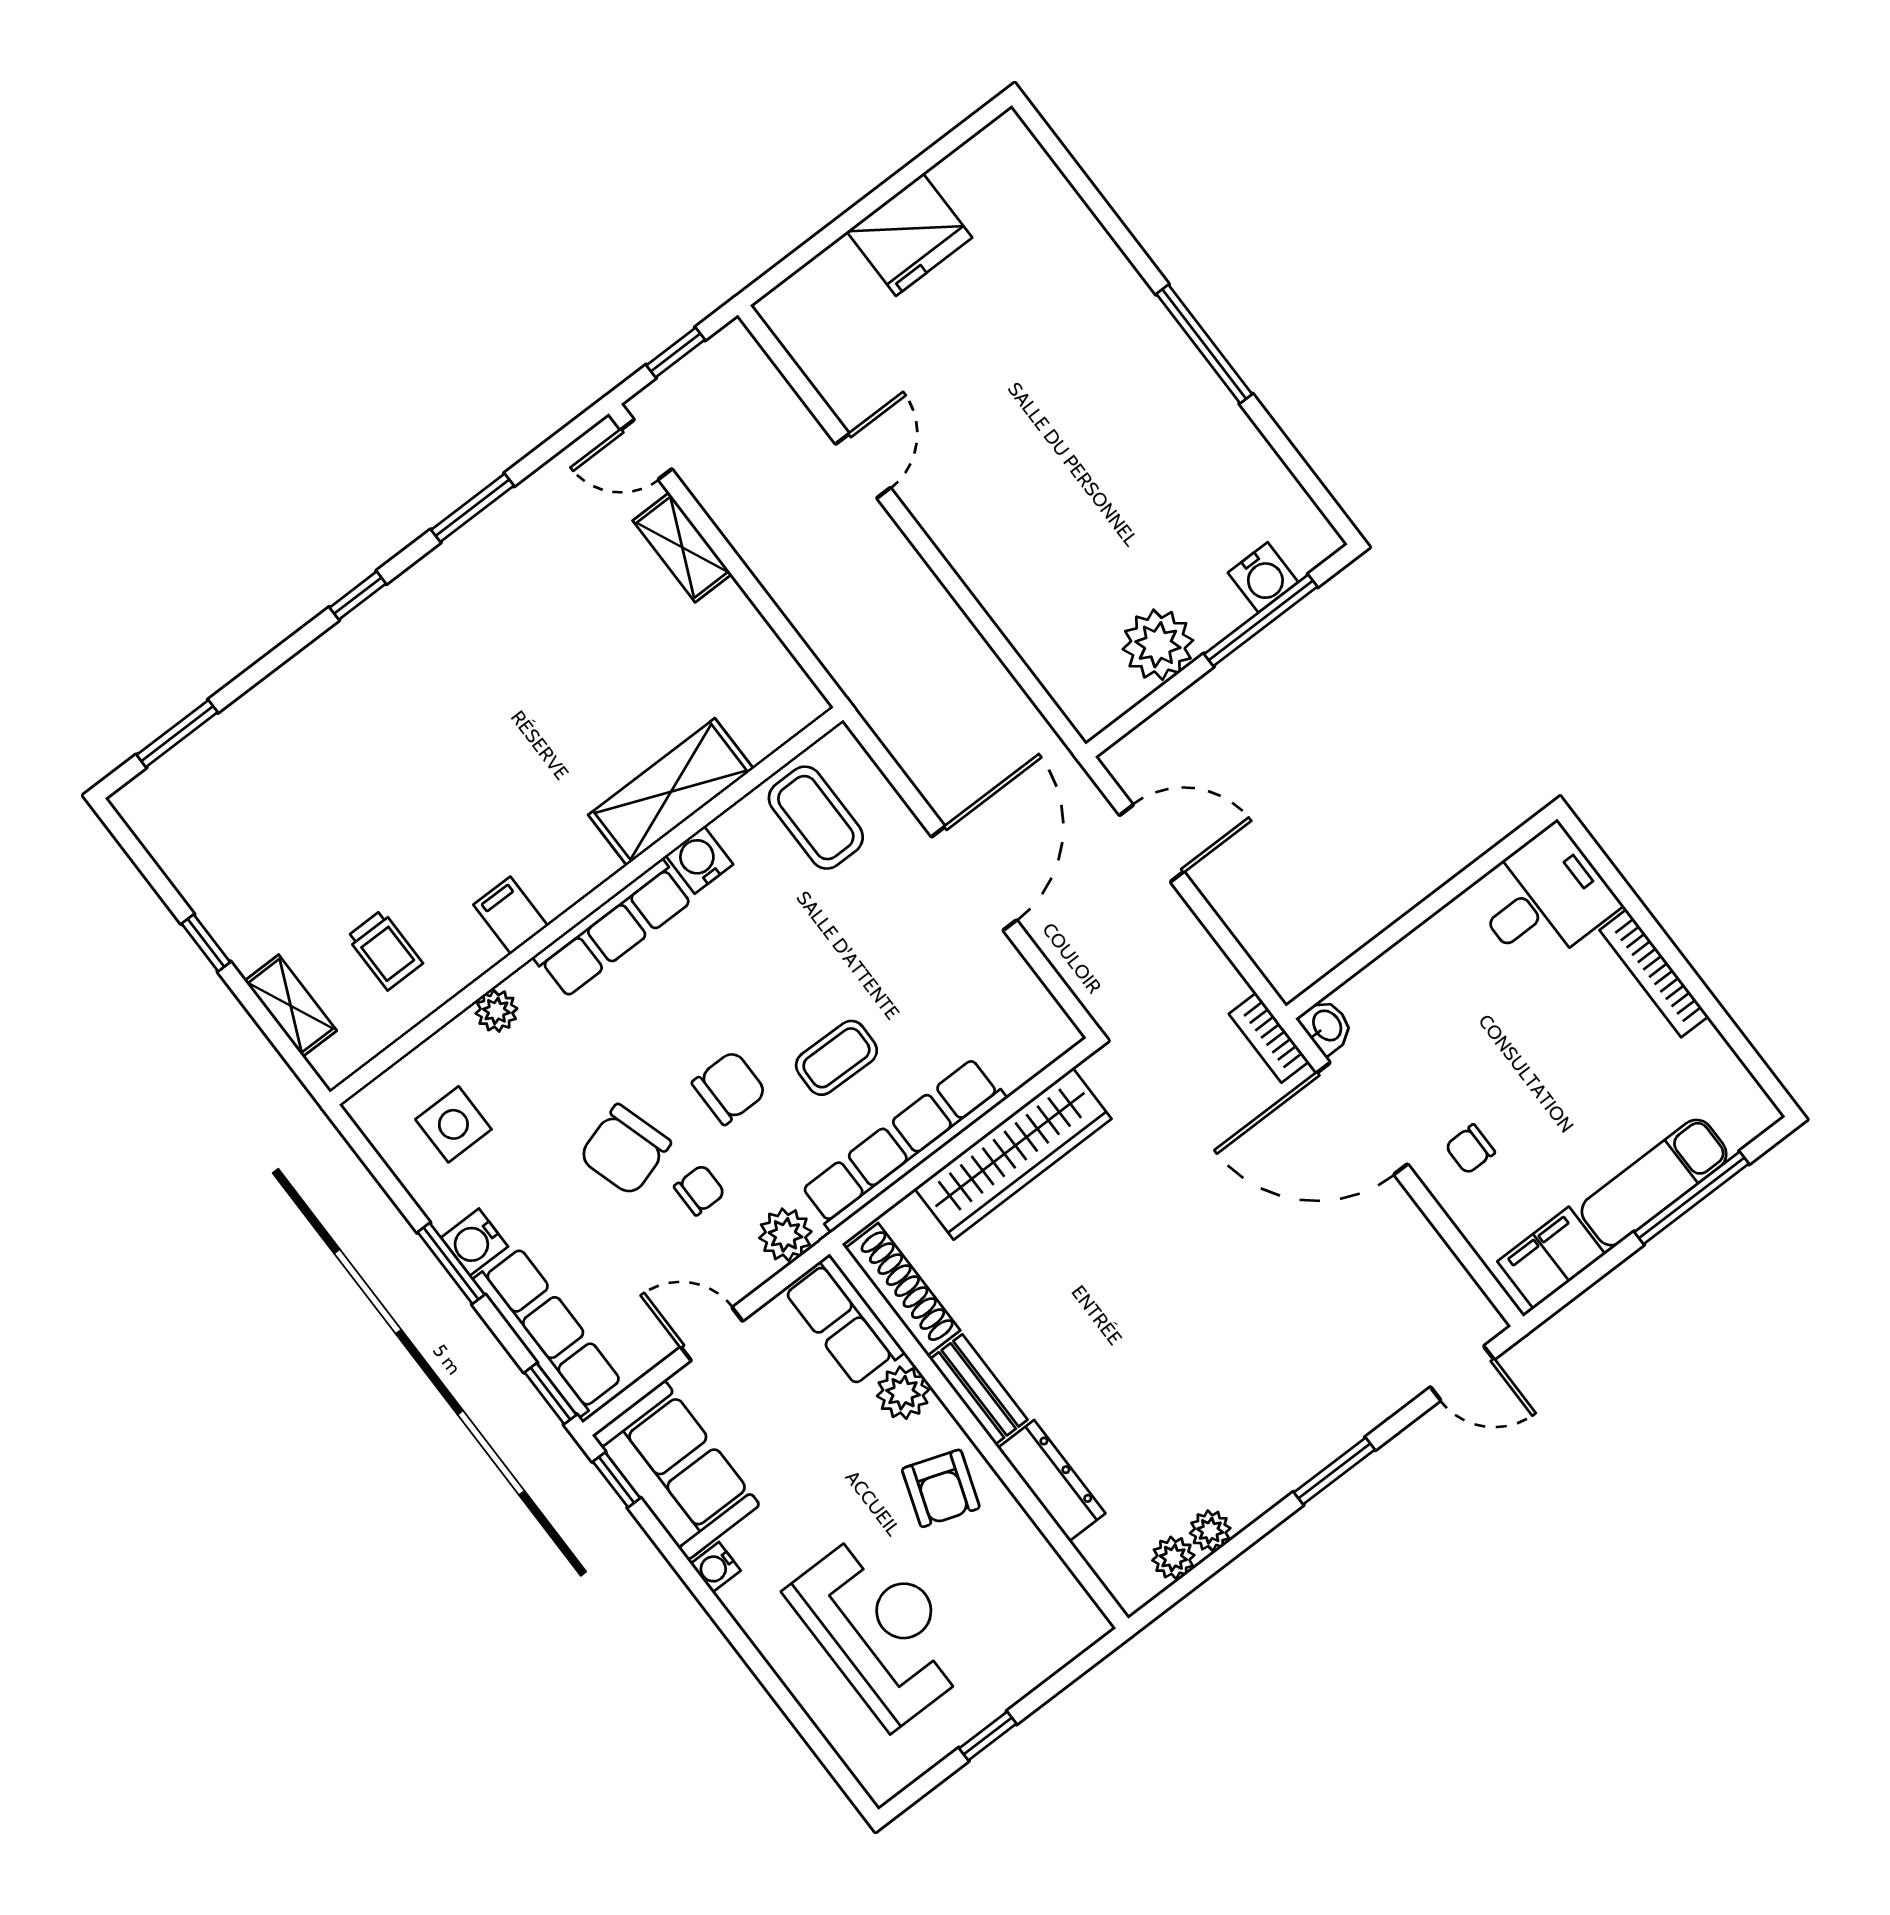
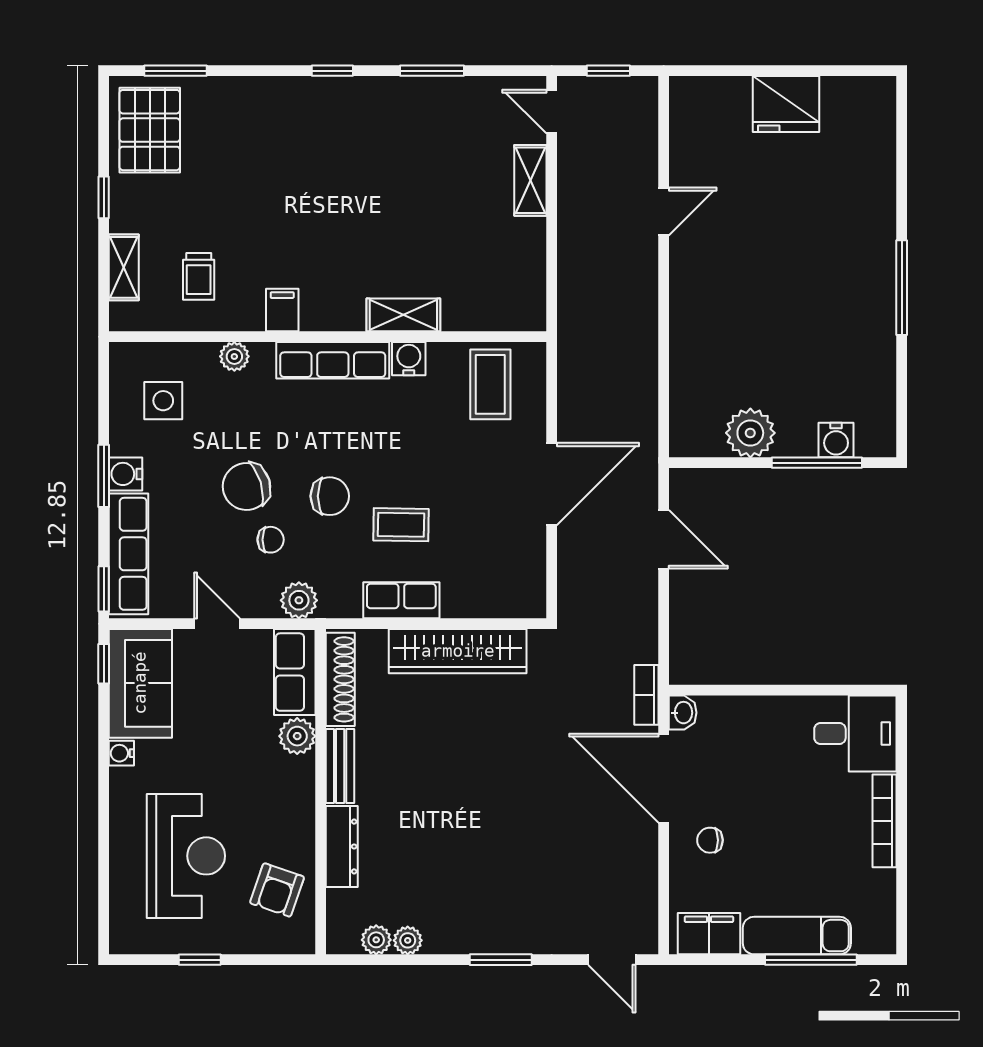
shelving: (671, 792) -> (403, 315), width x0.67, depth x0.75
pallet: (200, 825) -> (150, 130), added
row of seats: (903, 1145) -> (401, 600), width x0.50
armchair: (941, 1488) -> (277, 890), moved

